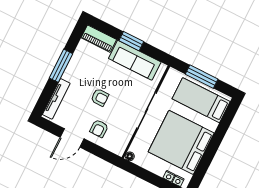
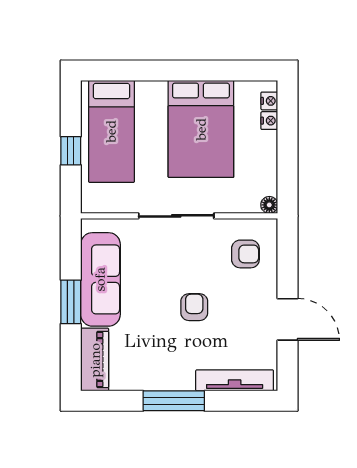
window: (202, 77) -> (71, 151), width x0.46
armchair: (99, 128) -> (245, 254), moved
bed: (181, 142) -> (201, 129), width x0.73

